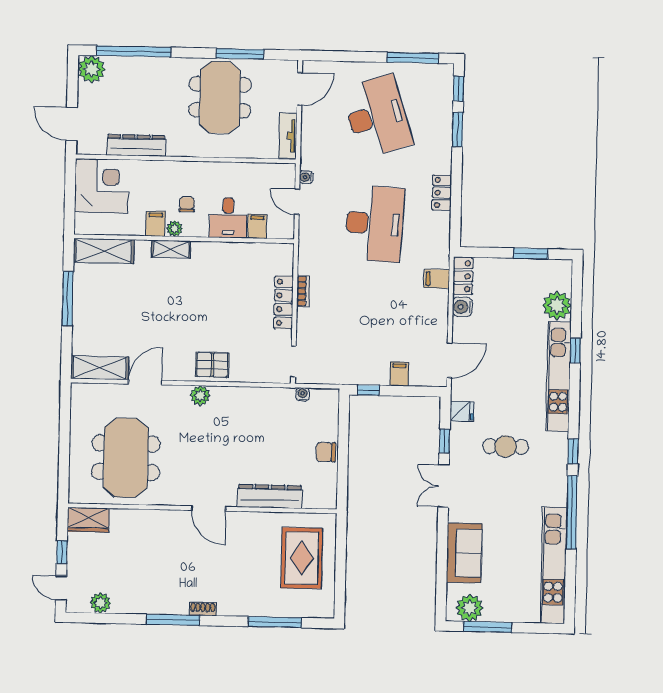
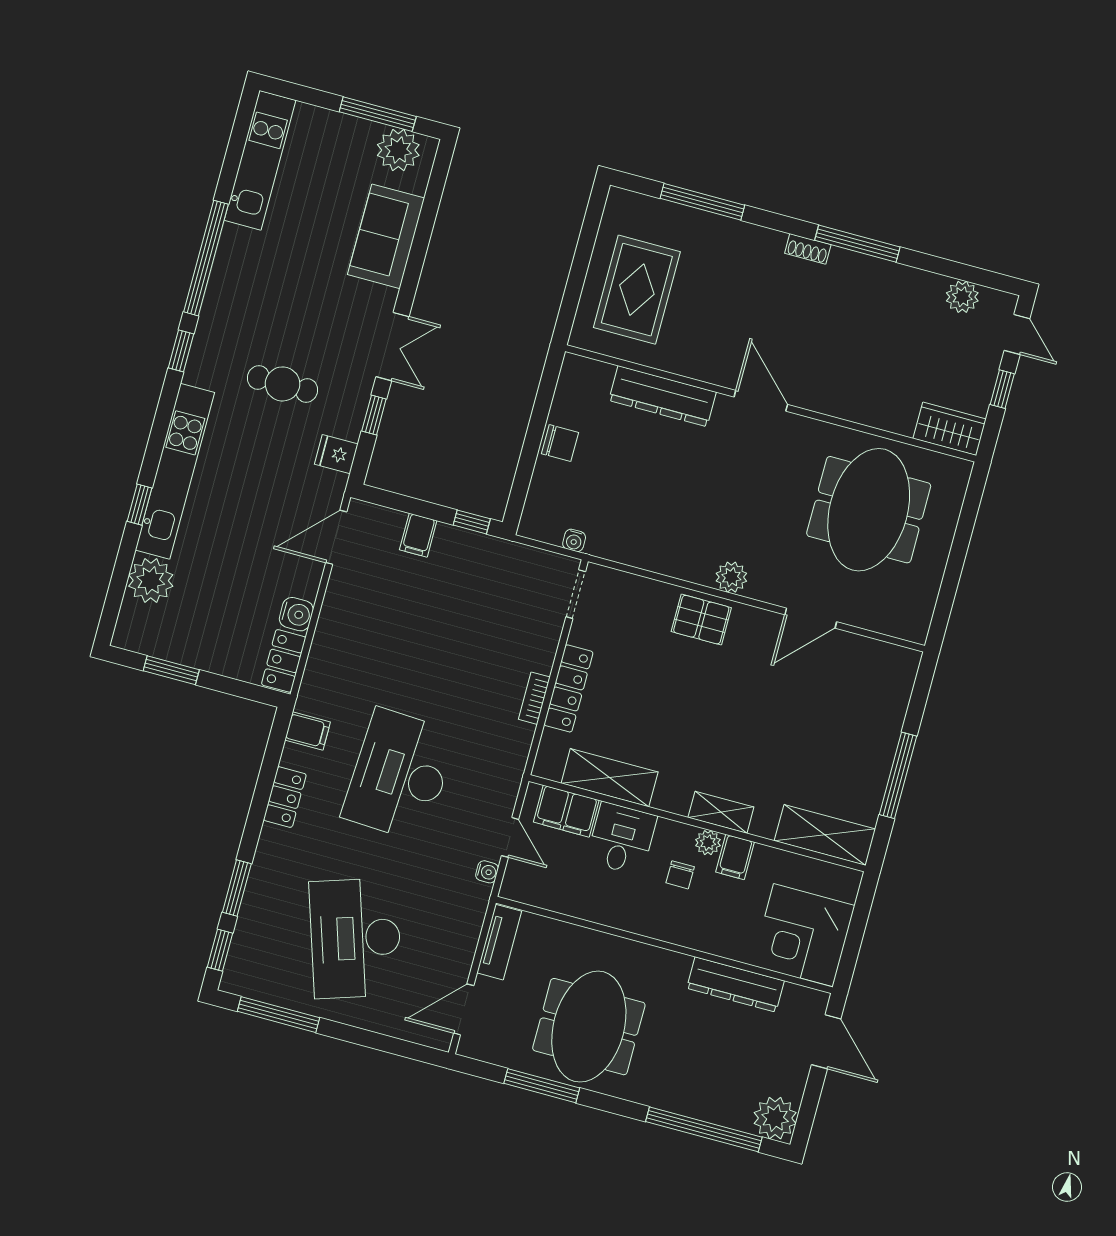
filing cabinet: (257, 226) -> (566, 811), width x2.00
filing cabinet: (437, 279) -> (308, 731), moved
shelving: (100, 368) -> (610, 778), moved
kitchen unit: (554, 565) -> (260, 160), width x0.73

